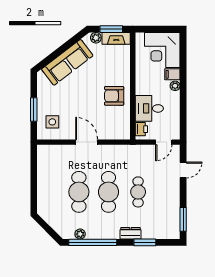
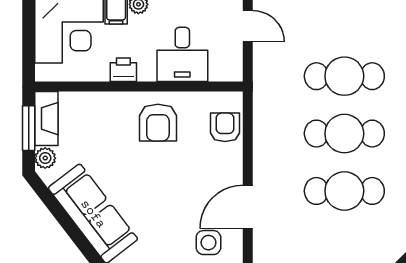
printer: (141, 129) -> (123, 70), moved
armchair: (112, 130) -> (225, 127), added
door: (87, 142) -> (248, 207), moved
cafe table: (138, 192) -> (344, 76), width x1.37, depth x1.35

